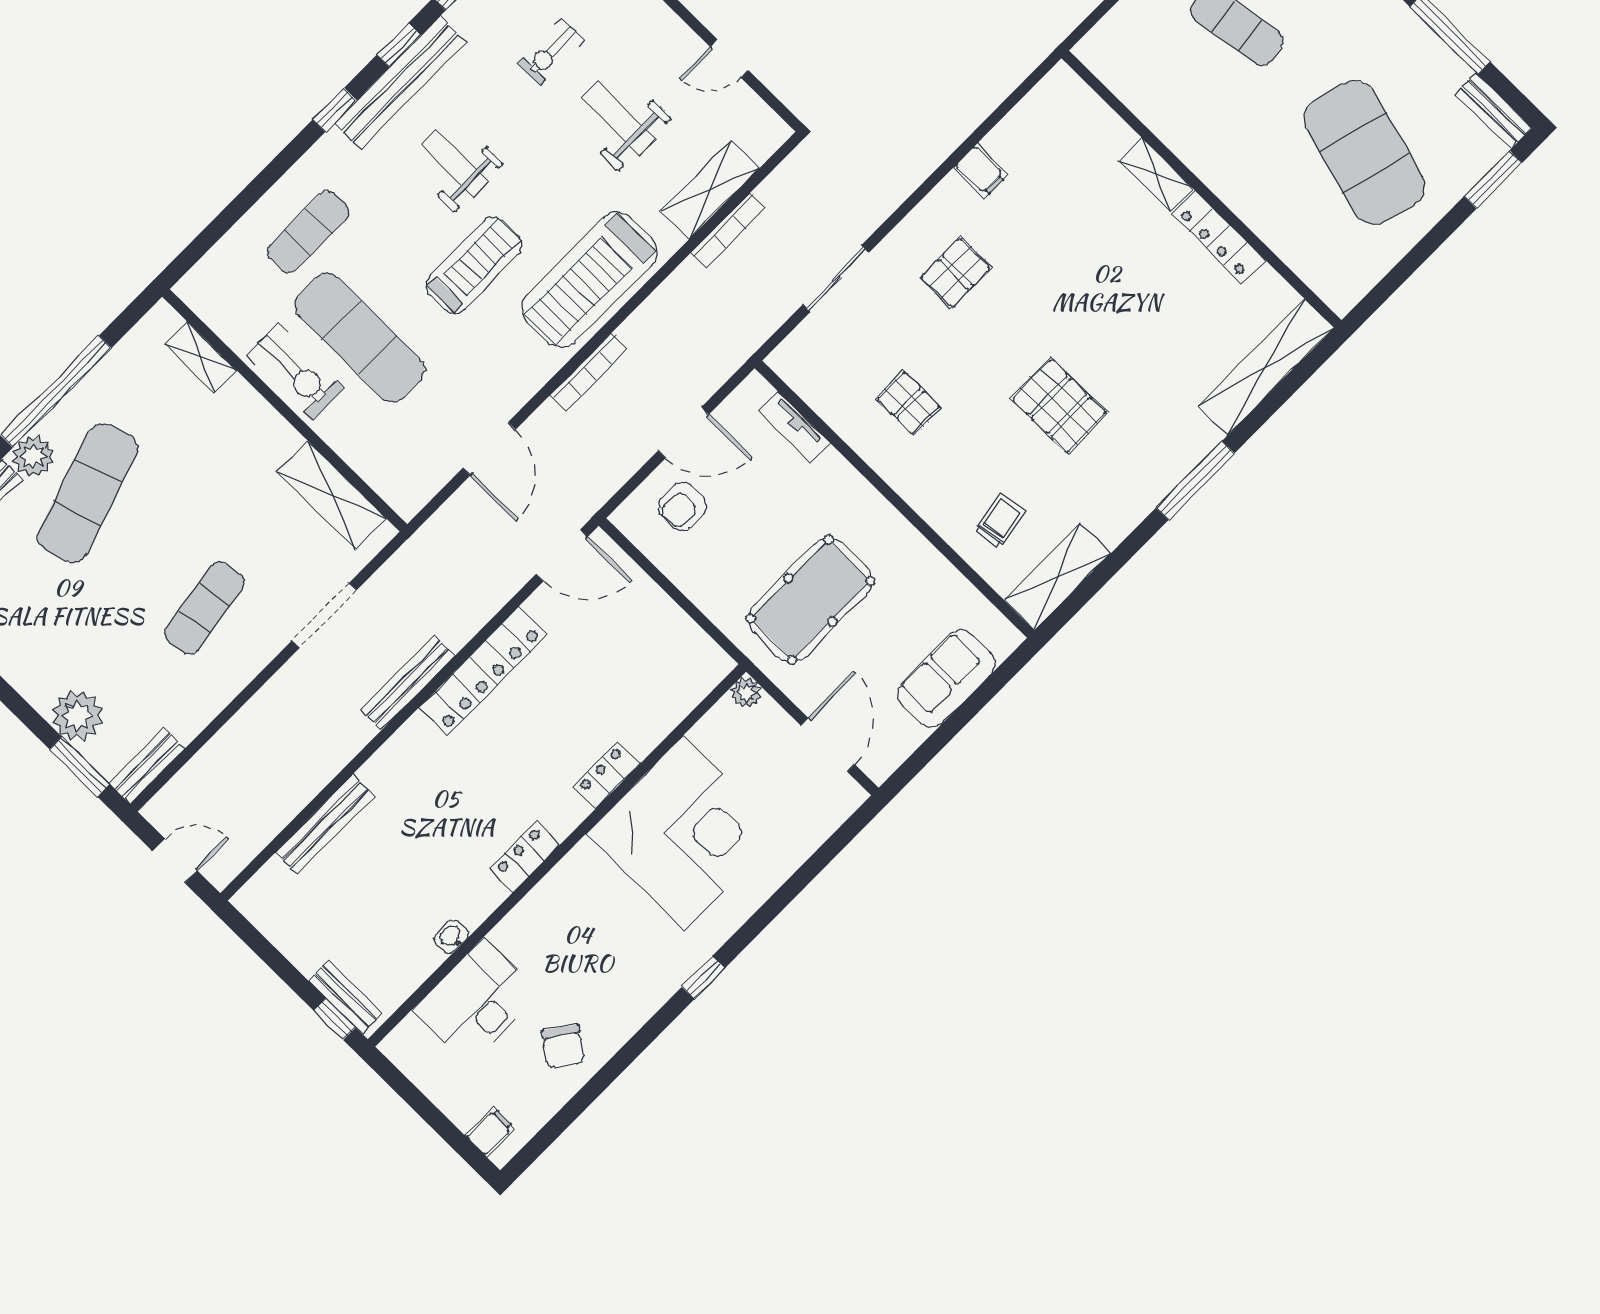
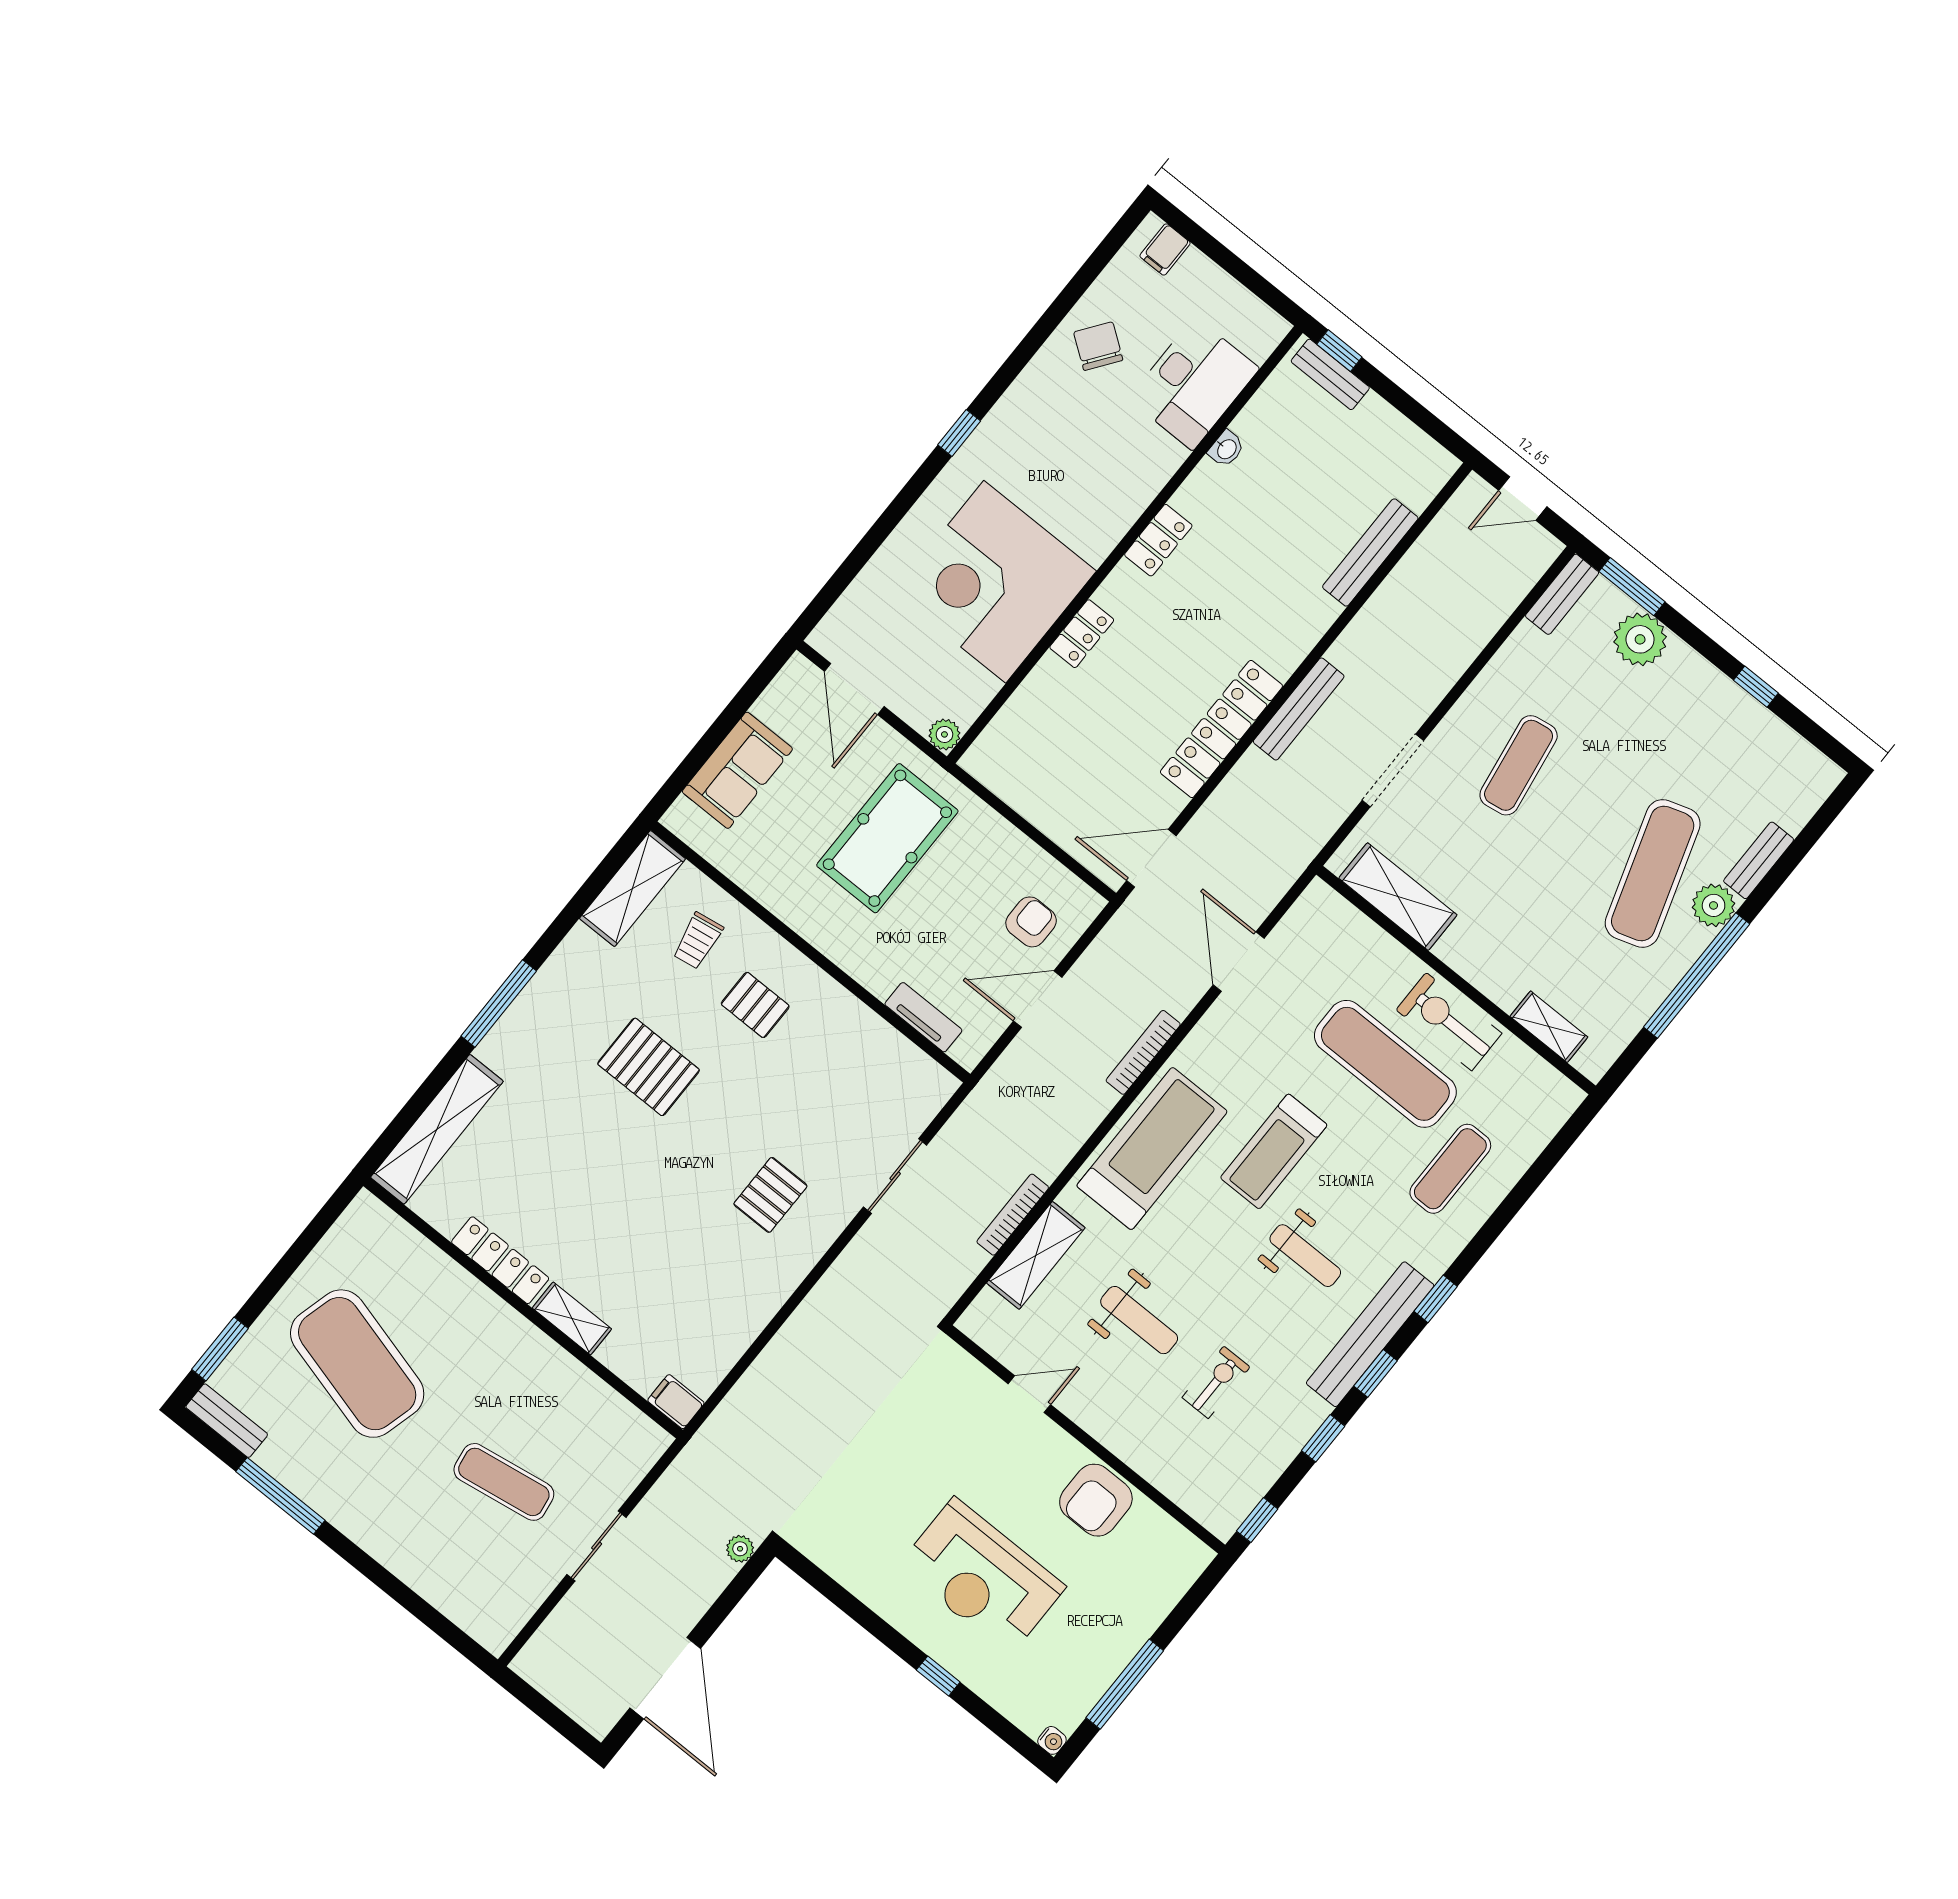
filing cabinet: (981, 171) -> (676, 1402), moved
pallet: (908, 403) -> (755, 1005), moved

